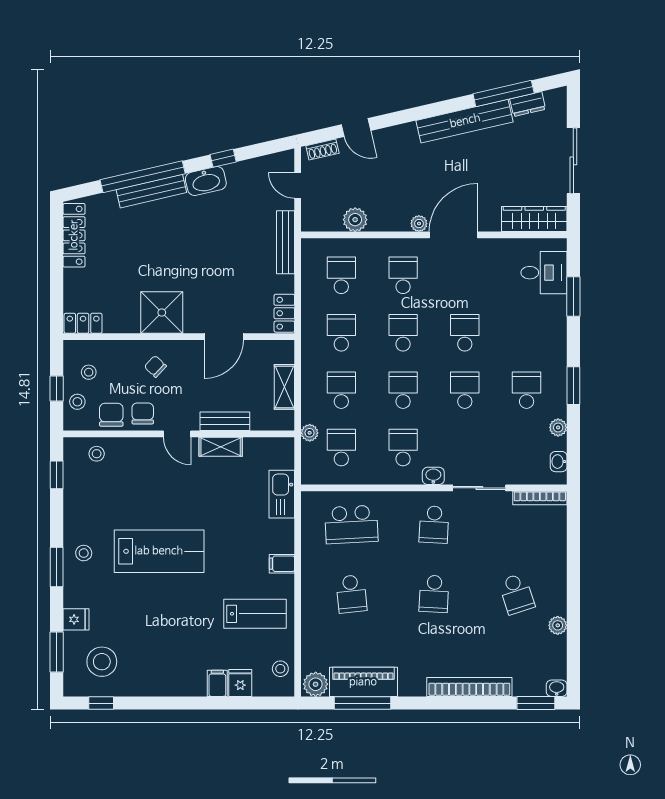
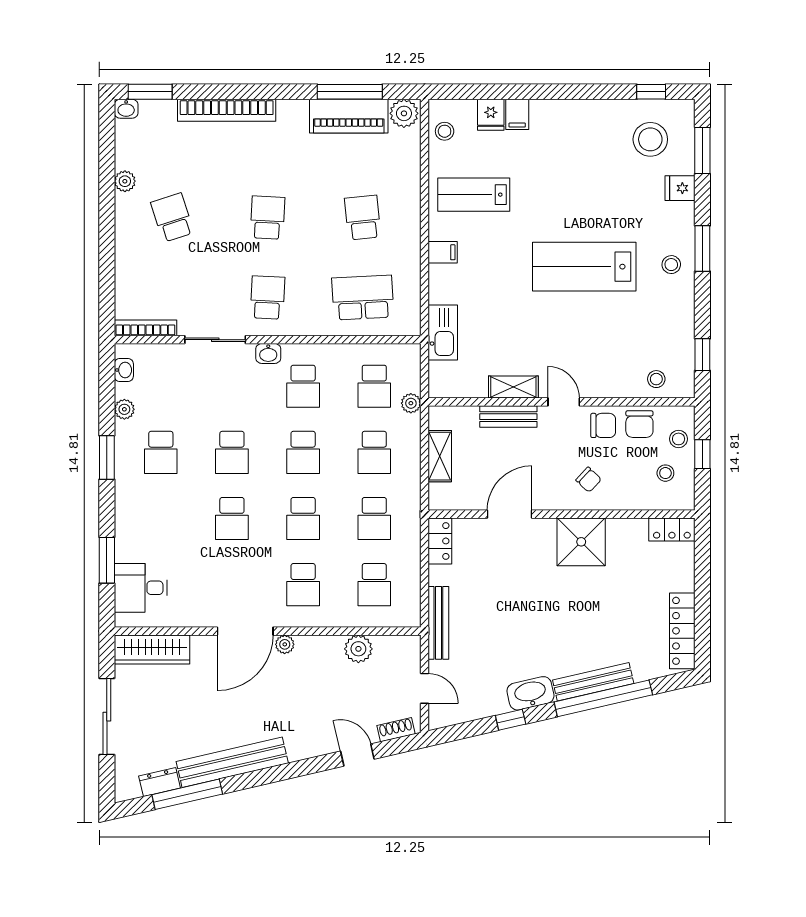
chair: (143, 413) -> (603, 425), turned -90

